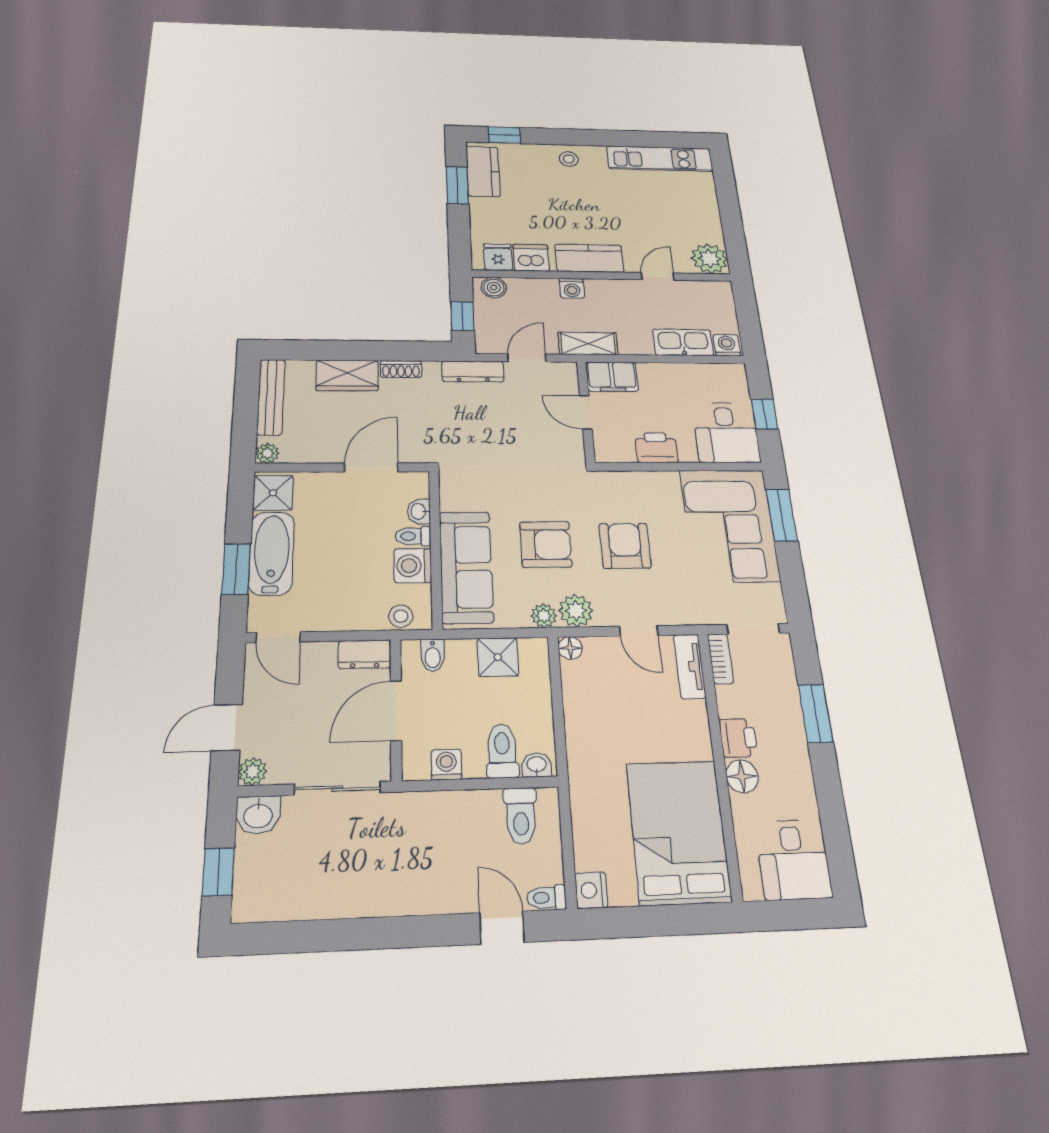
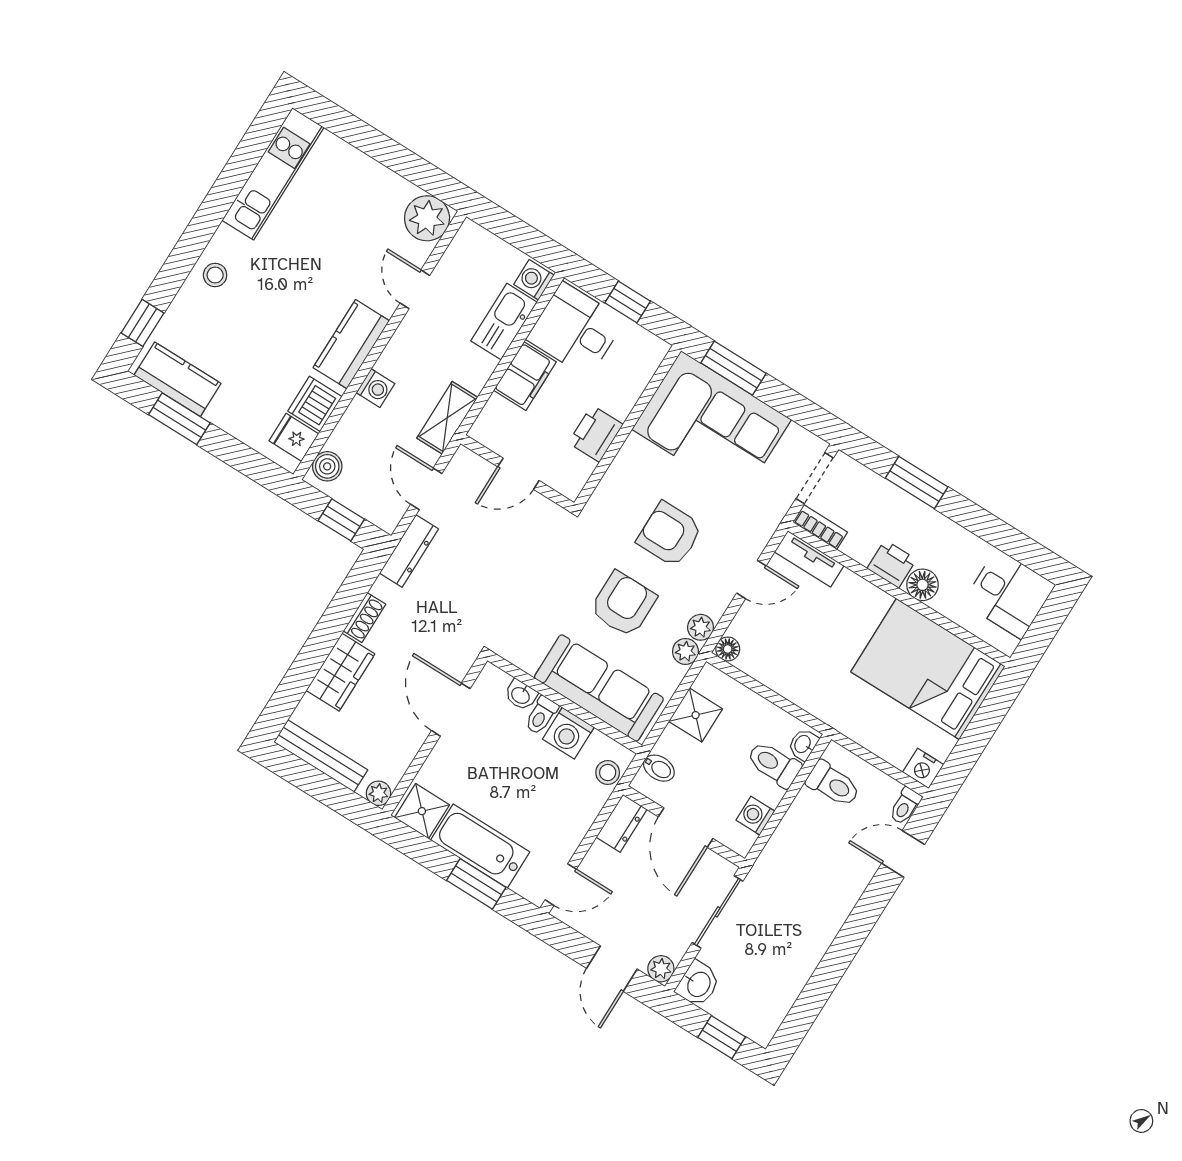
filing cabinet: (612, 377) -> (525, 376), moved
desk: (726, 433) -> (576, 330), moved, turned 180
plant: (576, 611) -> (701, 627), width x0.73, depth x0.73

